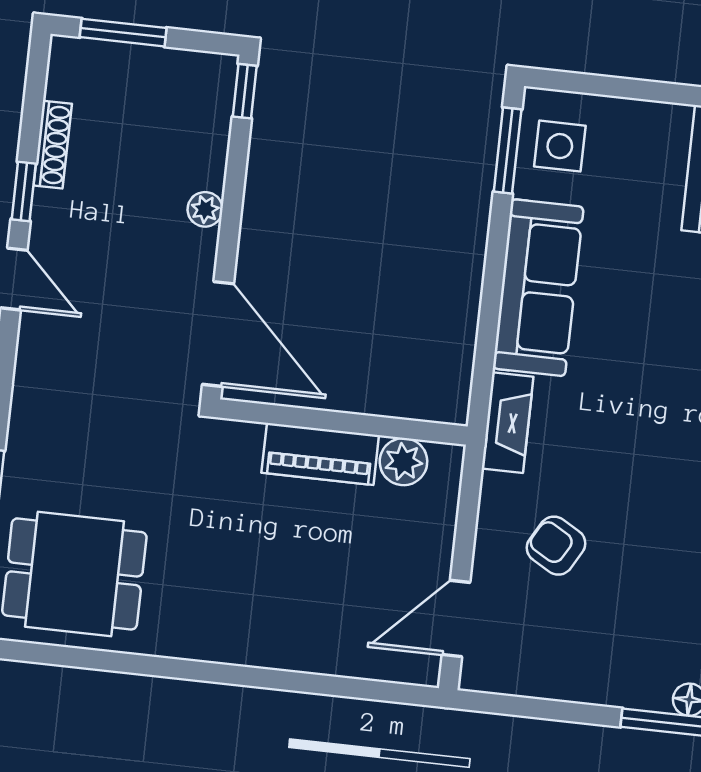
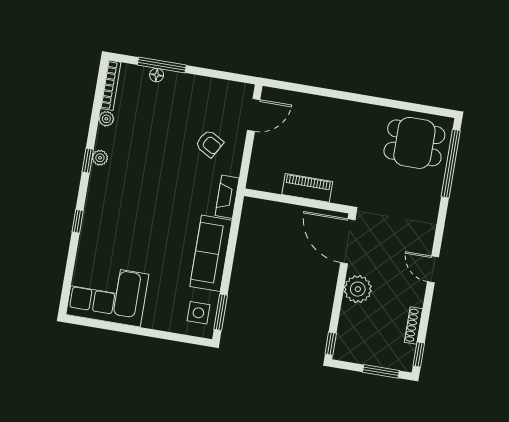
window: (24, 191) -> (419, 354), moved
plant: (205, 209) -> (358, 289), width x1.88, depth x1.88
plant: (403, 462) -> (272, 183), removed

